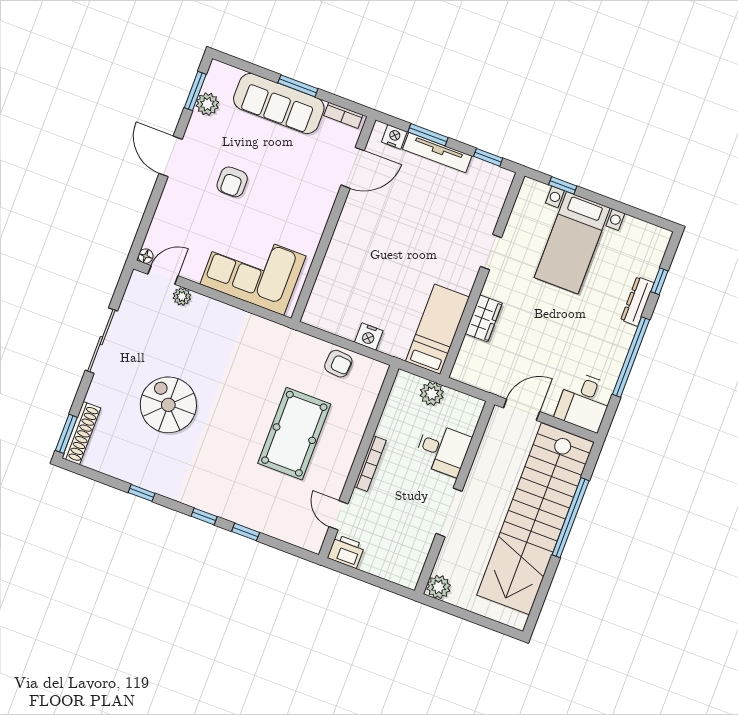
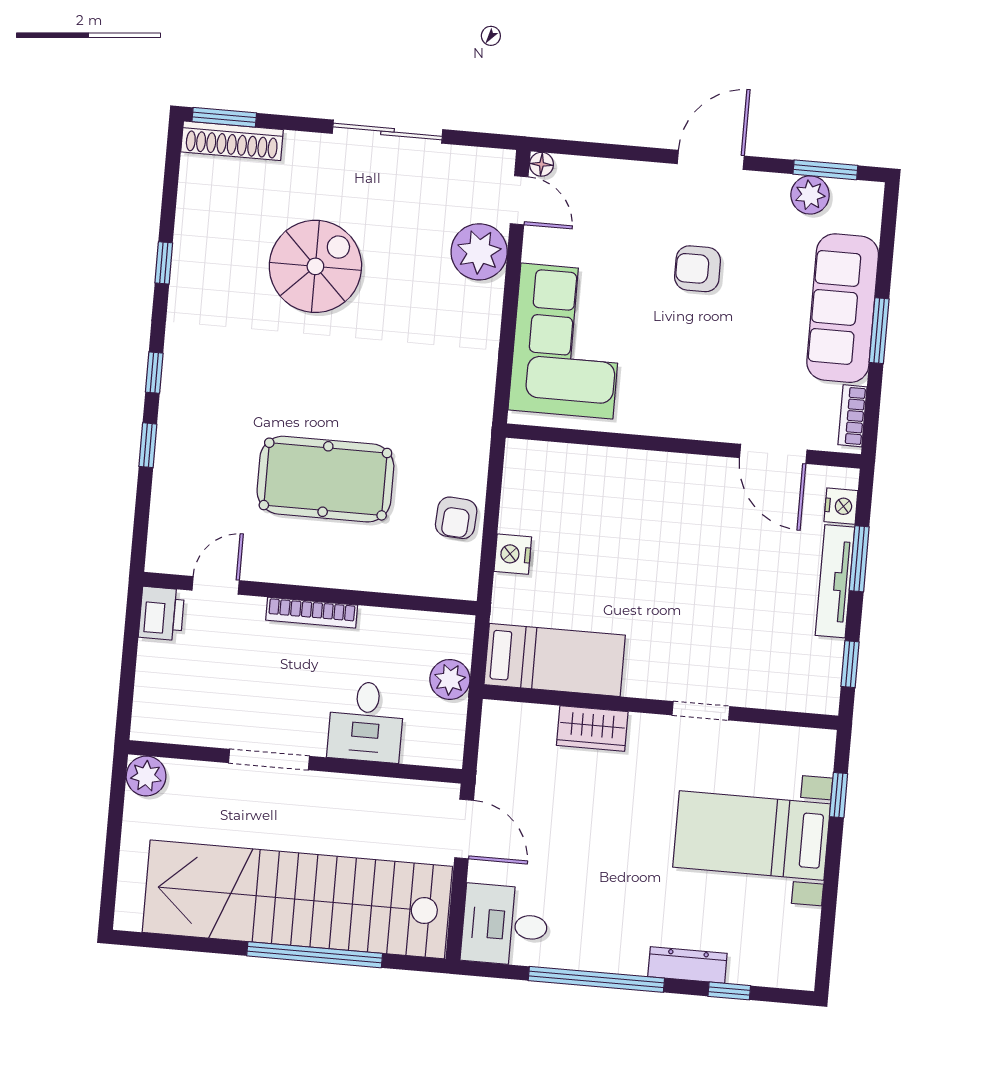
plant: (182, 297) -> (479, 252), width x1.87, depth x1.87

